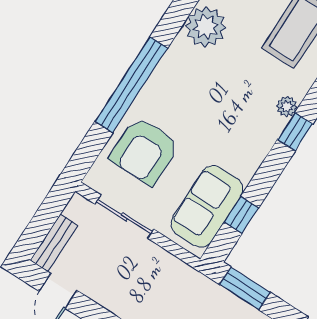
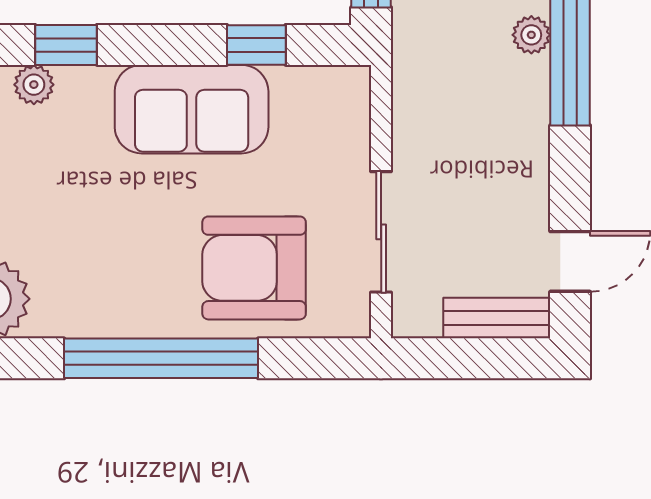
armchair: (145, 151) -> (254, 268), turned 180
sofa: (207, 206) -> (192, 109), moved

